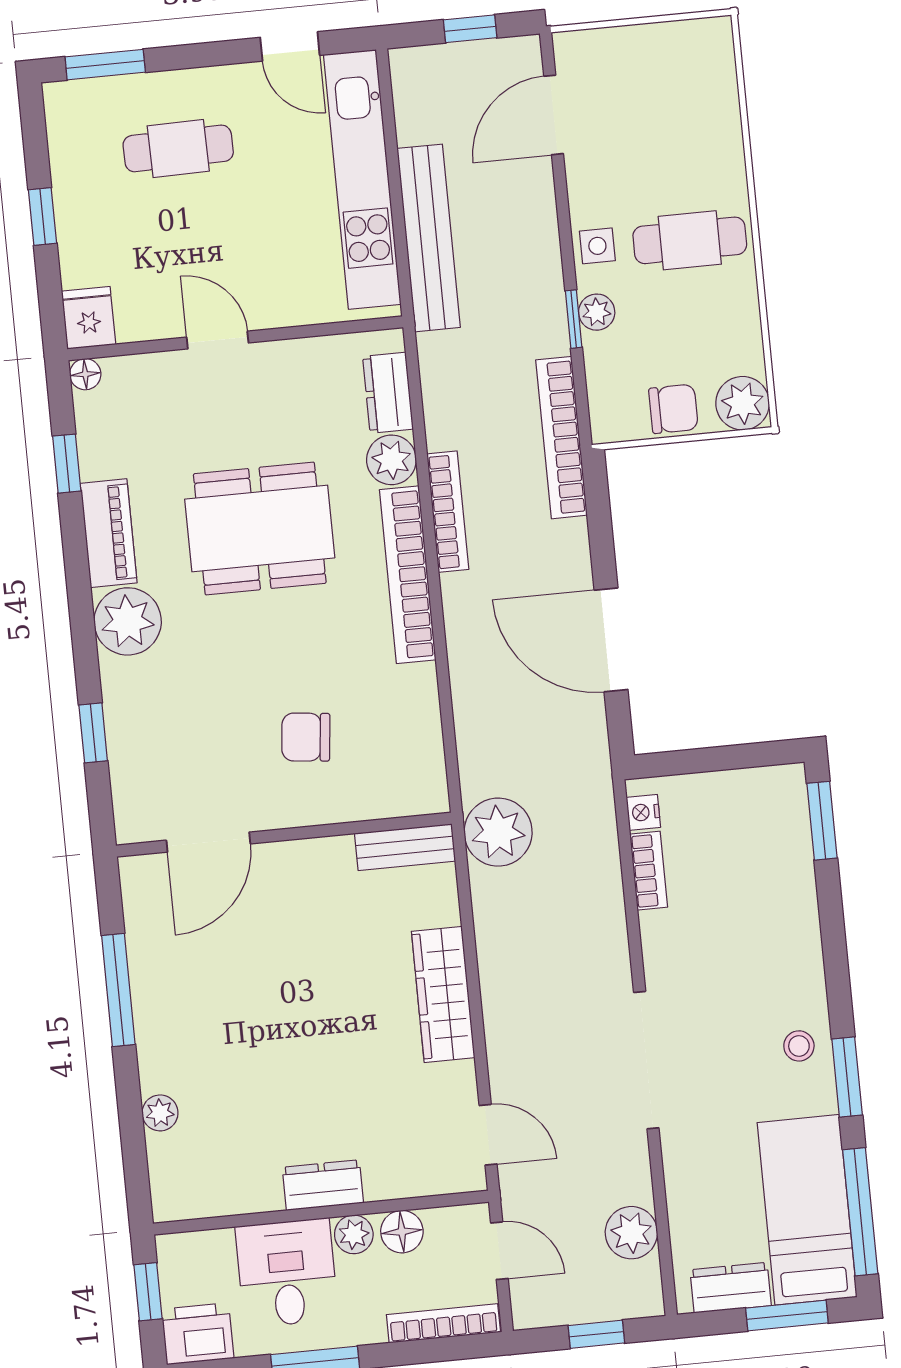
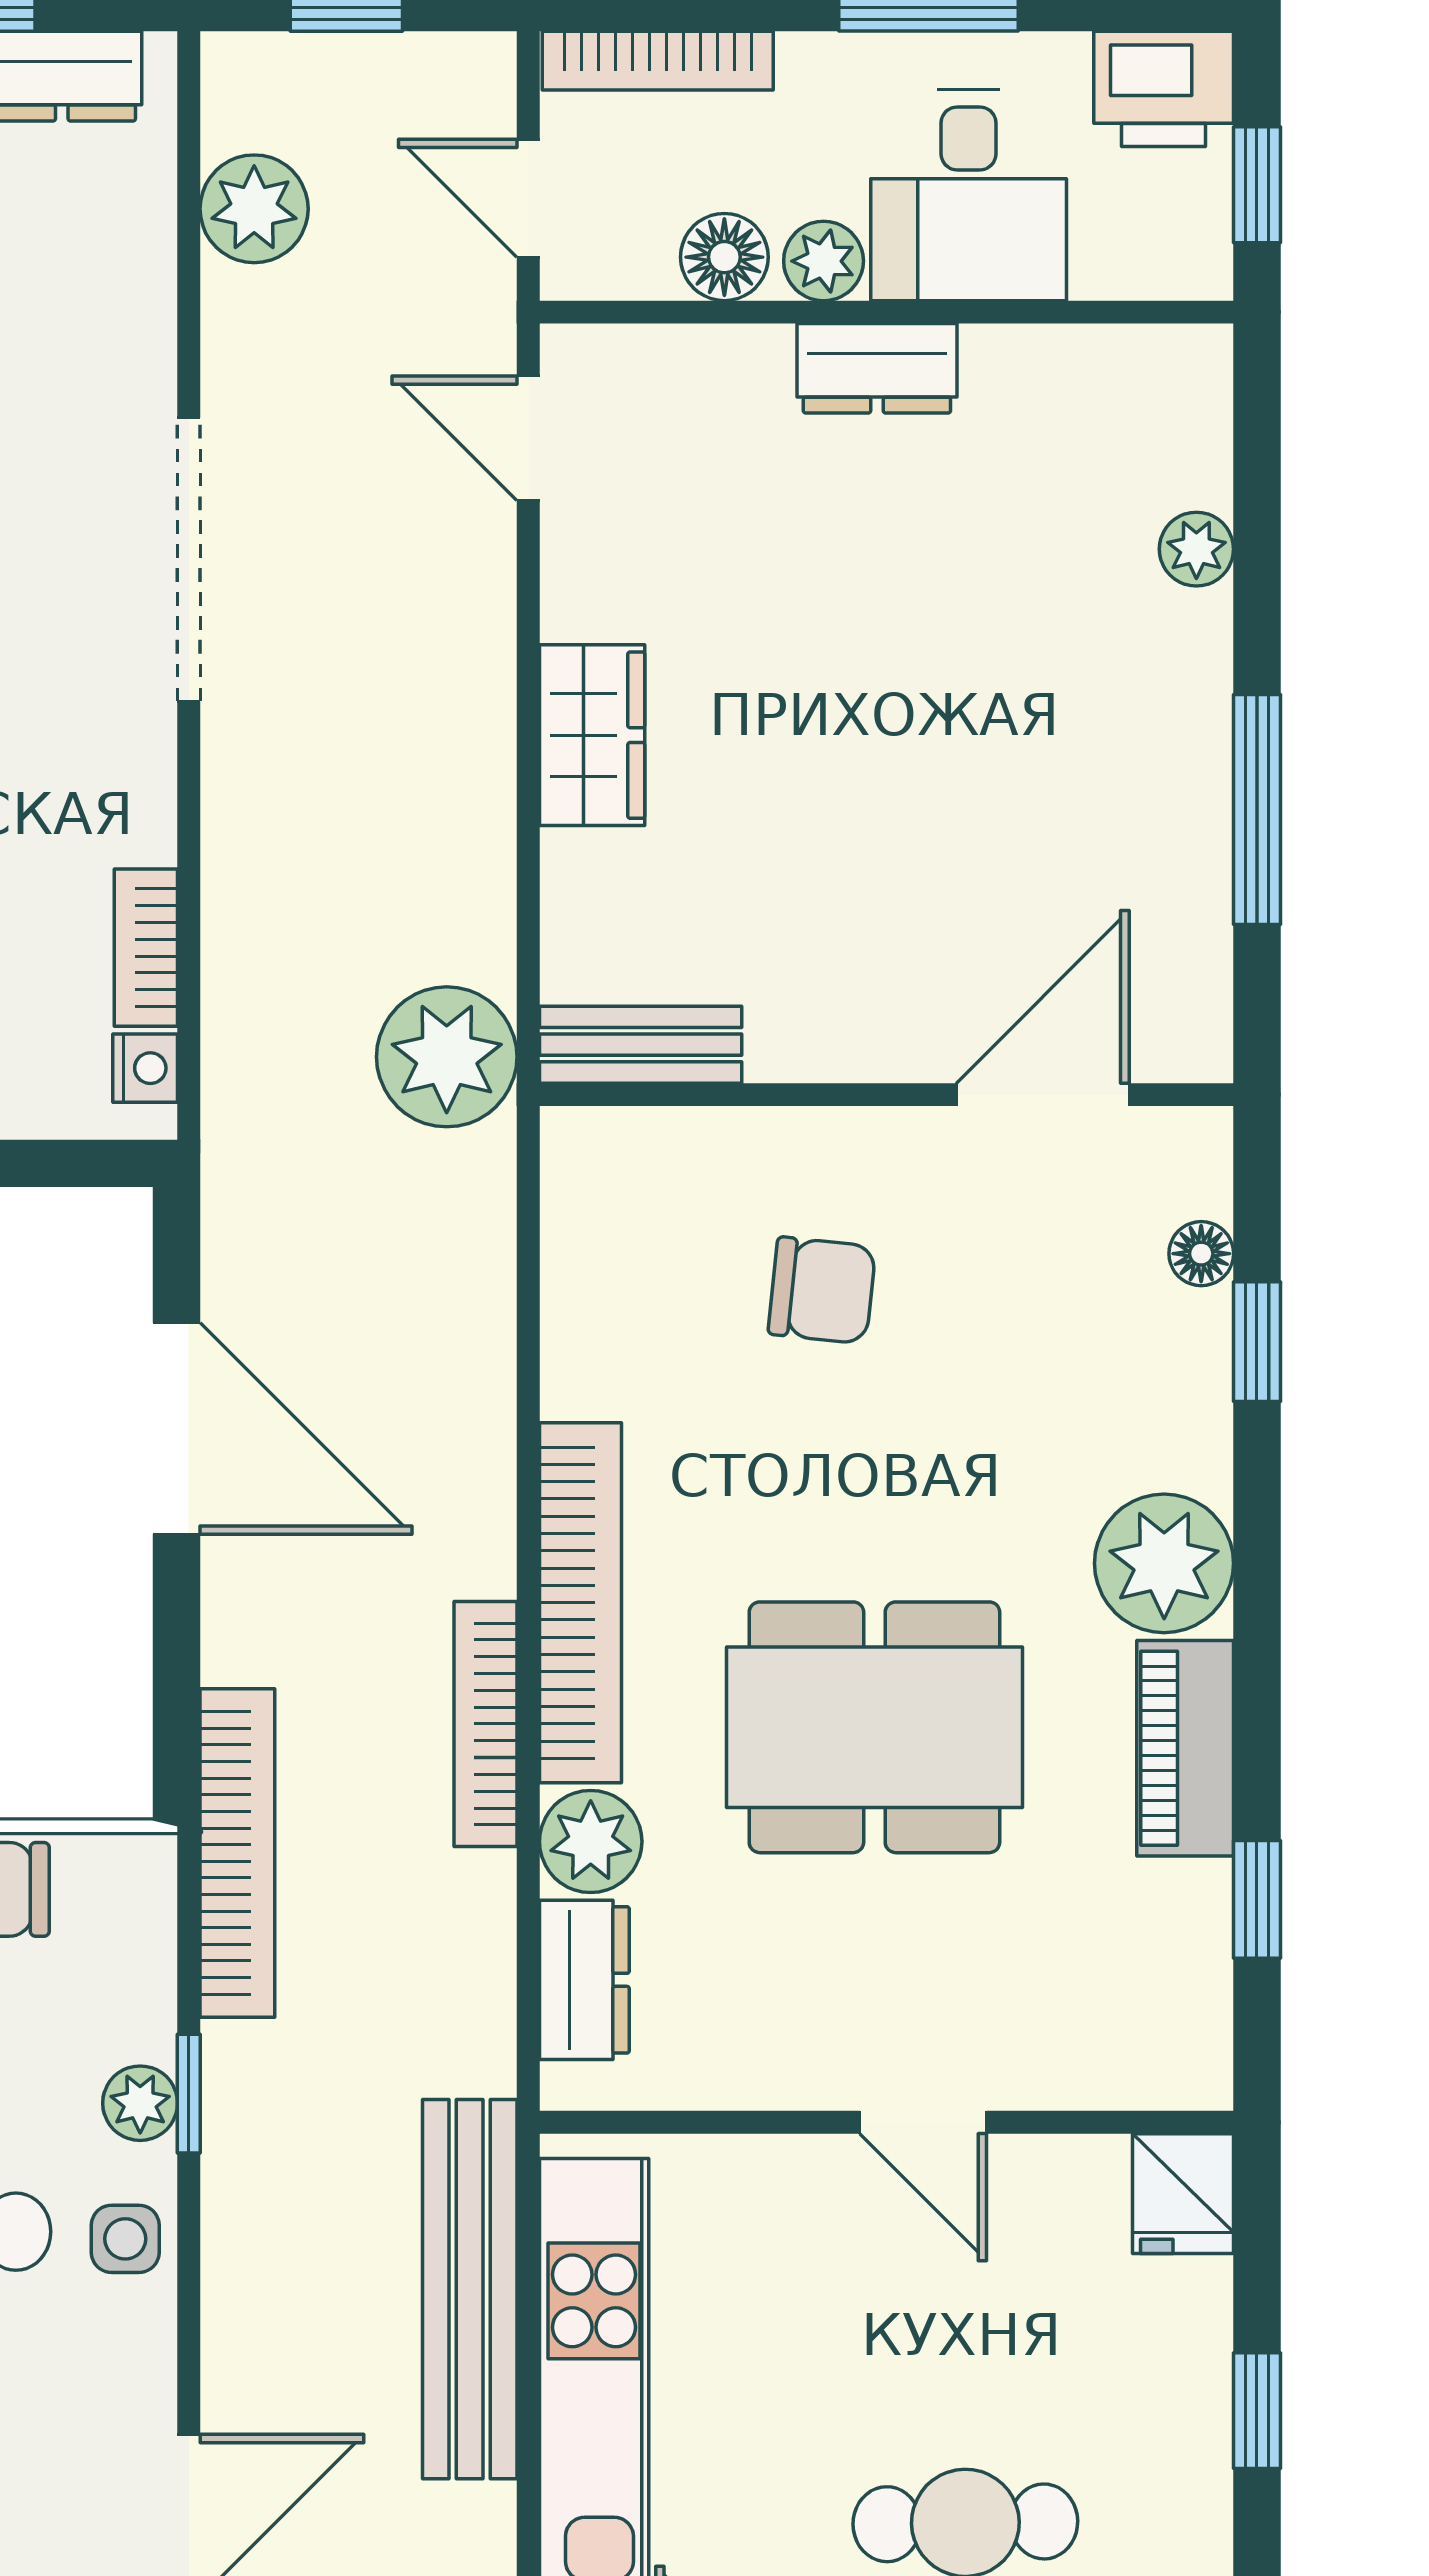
floor lamp: (85, 374) -> (1201, 1254), moved
wardrobe: (443, 994) -> (592, 735), width x0.67

